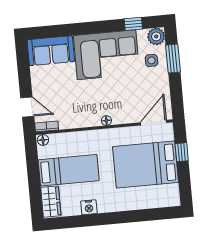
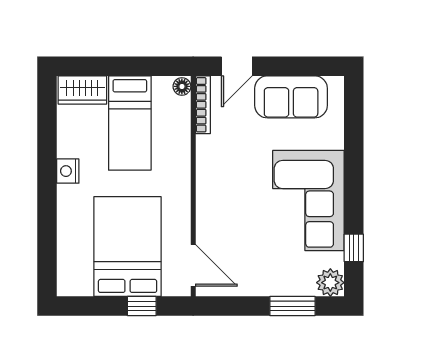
sofa: (51, 51) -> (291, 97), moved, turned -90
side table: (151, 60) -> (293, 271), removed
floor lamp: (106, 121) -> (204, 191), removed
bookcase: (47, 126) -> (203, 105), width x1.56
nightstand: (89, 207) -> (68, 171), moved

